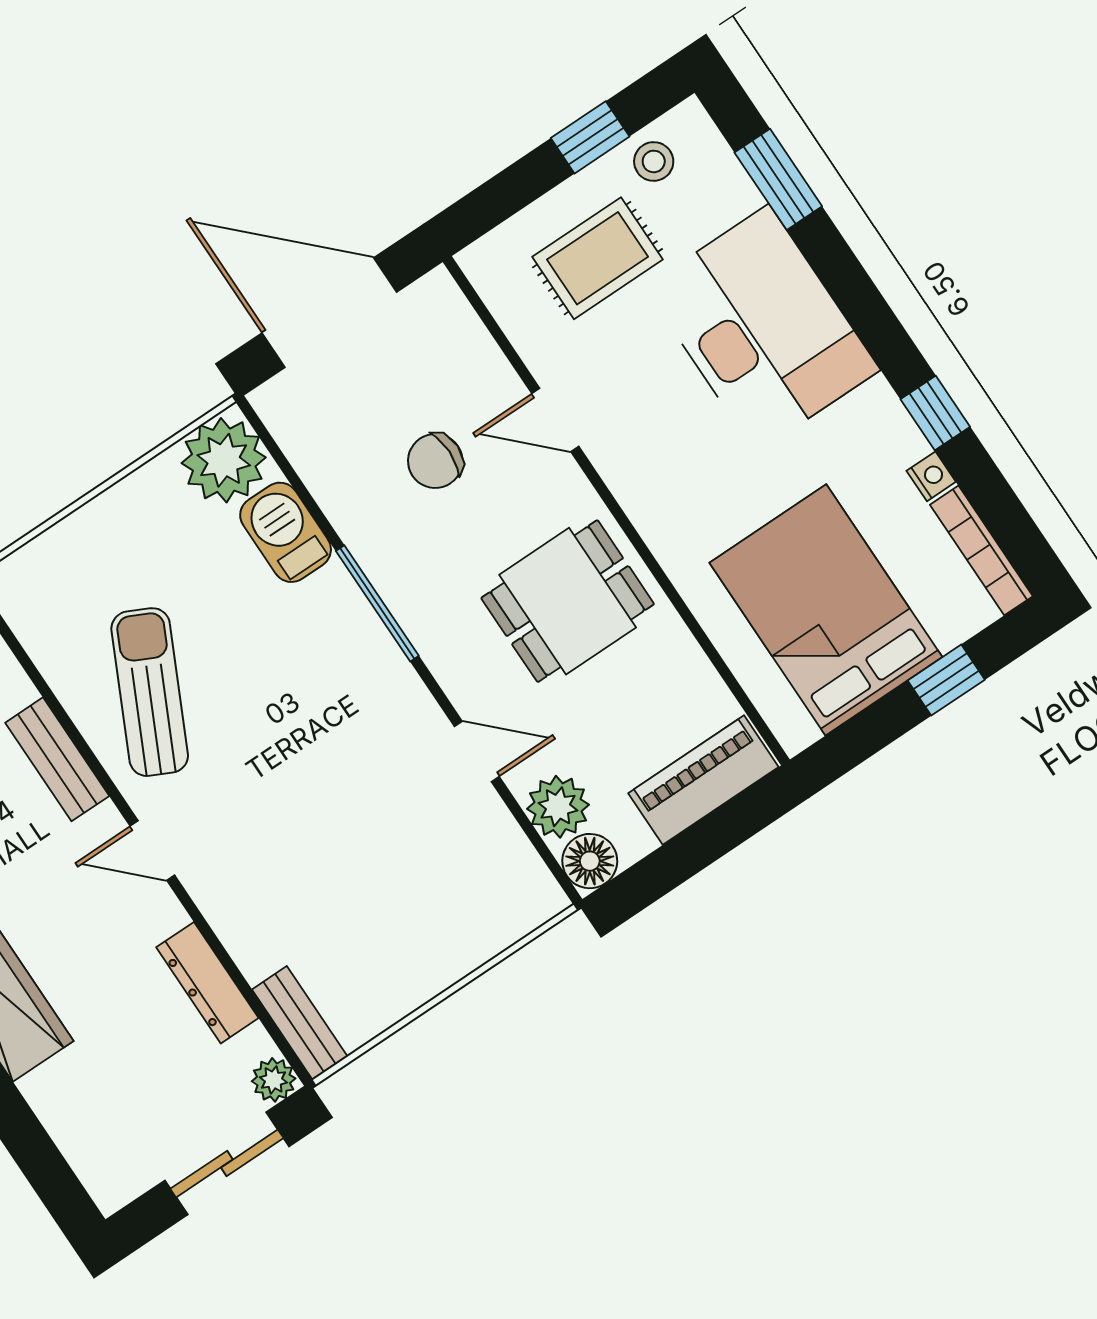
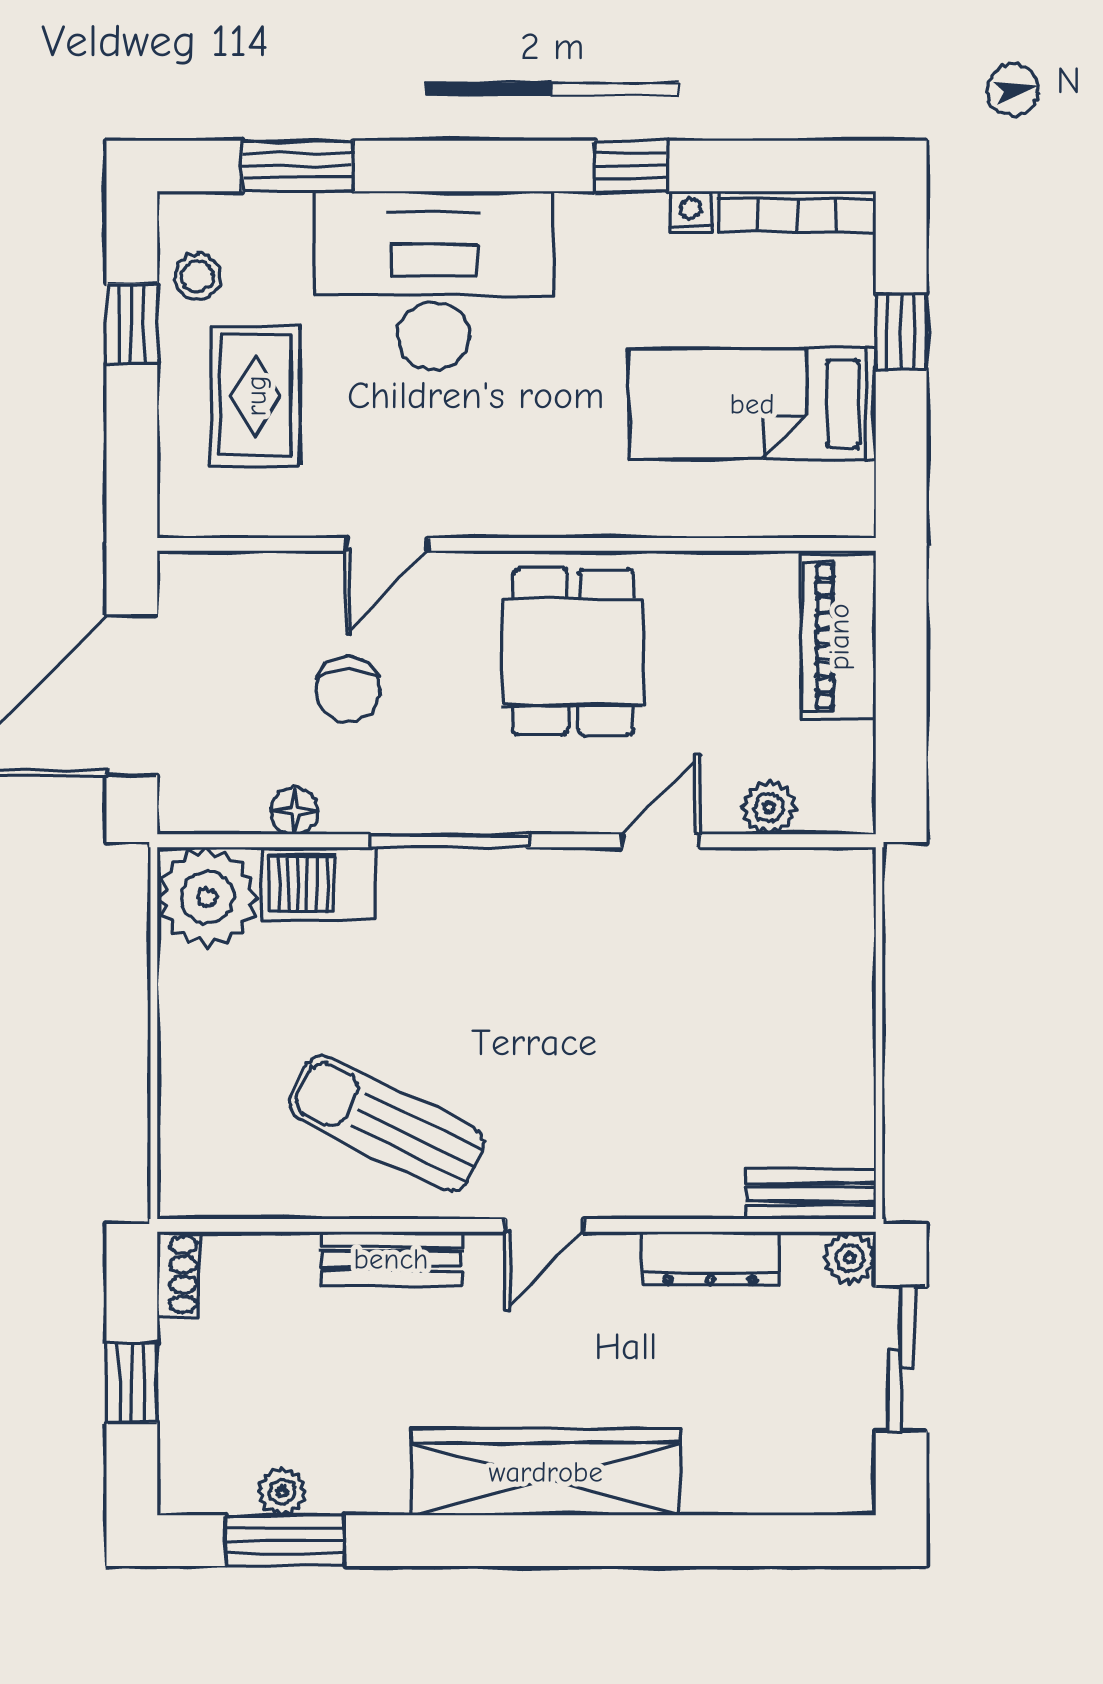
bed: (826, 610) -> (752, 404), width x0.67
plant: (558, 807) -> (769, 807), width x0.73, depth x0.73
floor lamp: (590, 861) -> (295, 811), moved, width x0.73, depth x0.73

